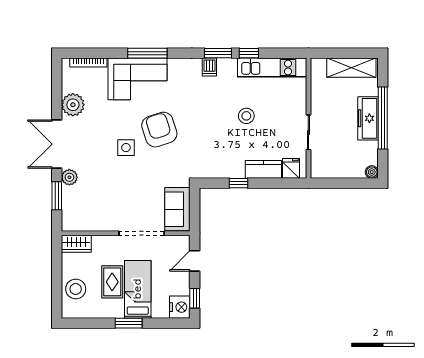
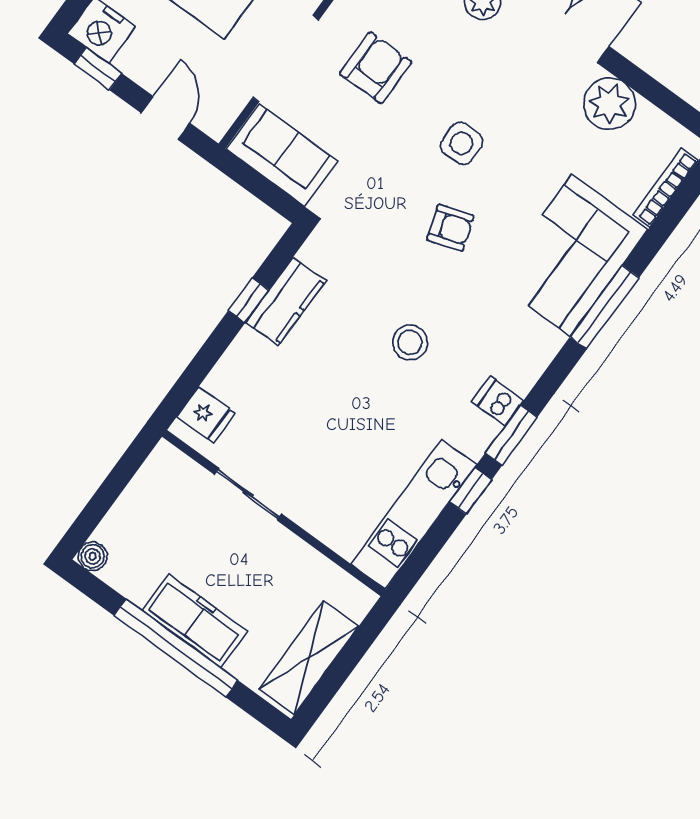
stool: (246, 116) -> (410, 342), moved
armchair: (159, 130) -> (450, 228), width x0.53, depth x0.53
kitchen counter: (263, 169) -> (286, 301), moved
armchair: (121, 198) -> (376, 68), added

